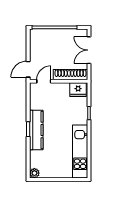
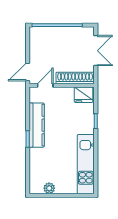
double door: (89, 50) -> (96, 51), swing flipped
kitchen counter: (36, 130) -> (37, 125), moved
plant: (34, 173) -> (49, 188), moved

